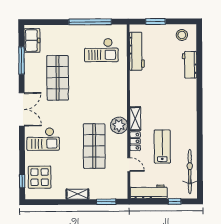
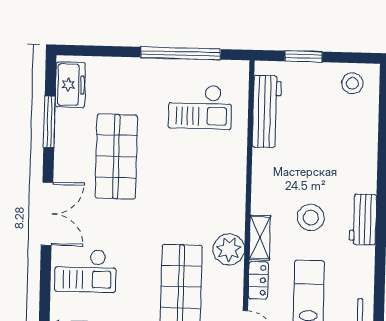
workbench: (190, 65) -> (363, 219), moved
stool: (162, 107) -> (311, 218), added

